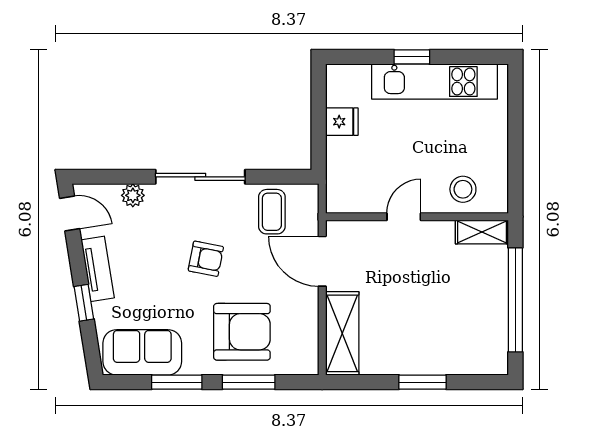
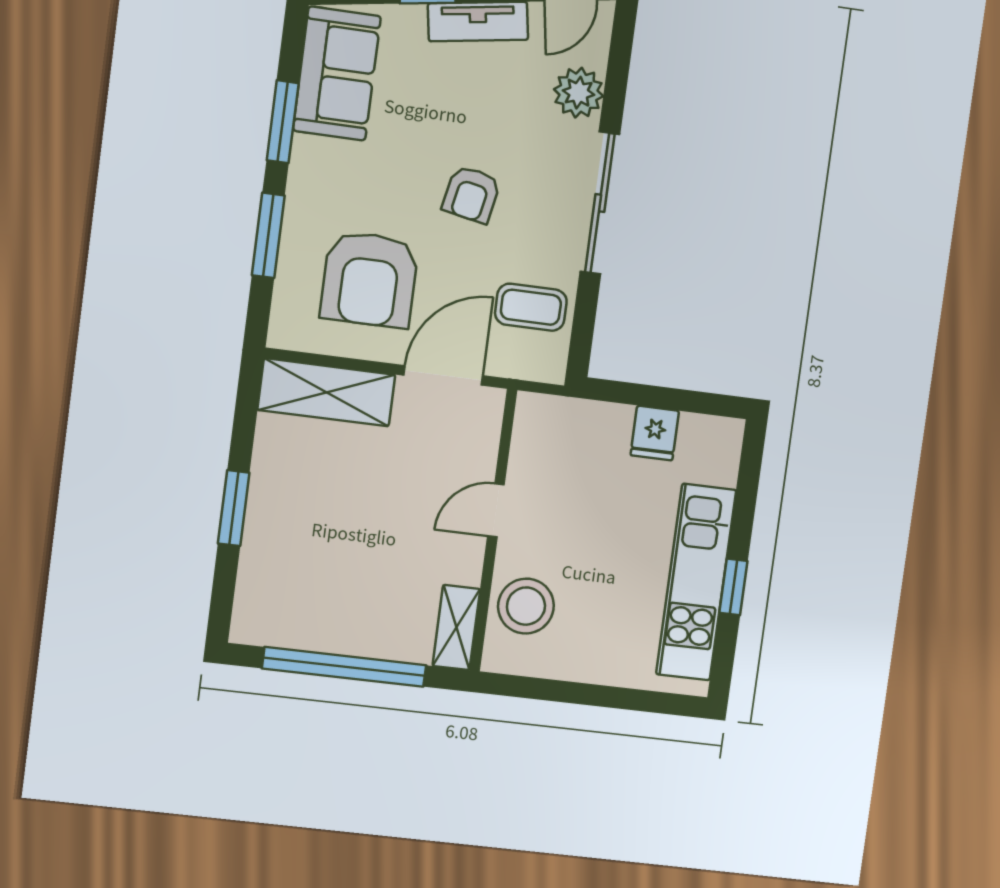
window: (412, 57) -> (733, 587), moved
stool: (463, 189) -> (526, 606), width x1.38, depth x1.38
plant: (133, 195) -> (579, 93), width x1.38, depth x1.38
door: (404, 217) -> (496, 510), swing flipped
armchair: (242, 332) -> (369, 279), moved

